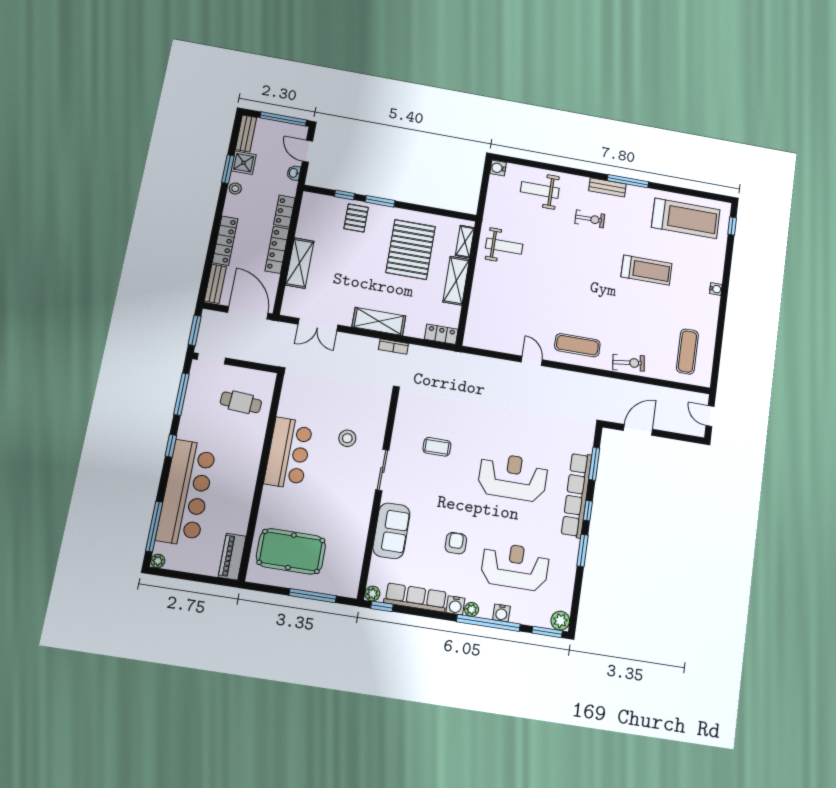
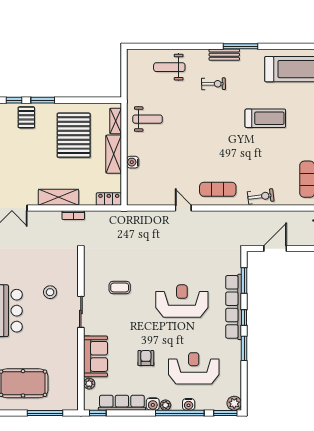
water cooler: (498, 168) -> (133, 162), moved
plant: (372, 594) -> (89, 384), moved

